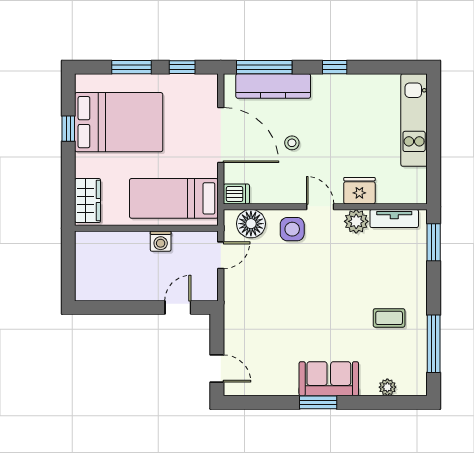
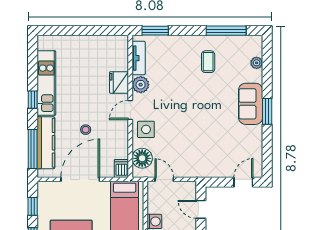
kitchen unit: (414, 120) -> (46, 83), moved, turned -90

